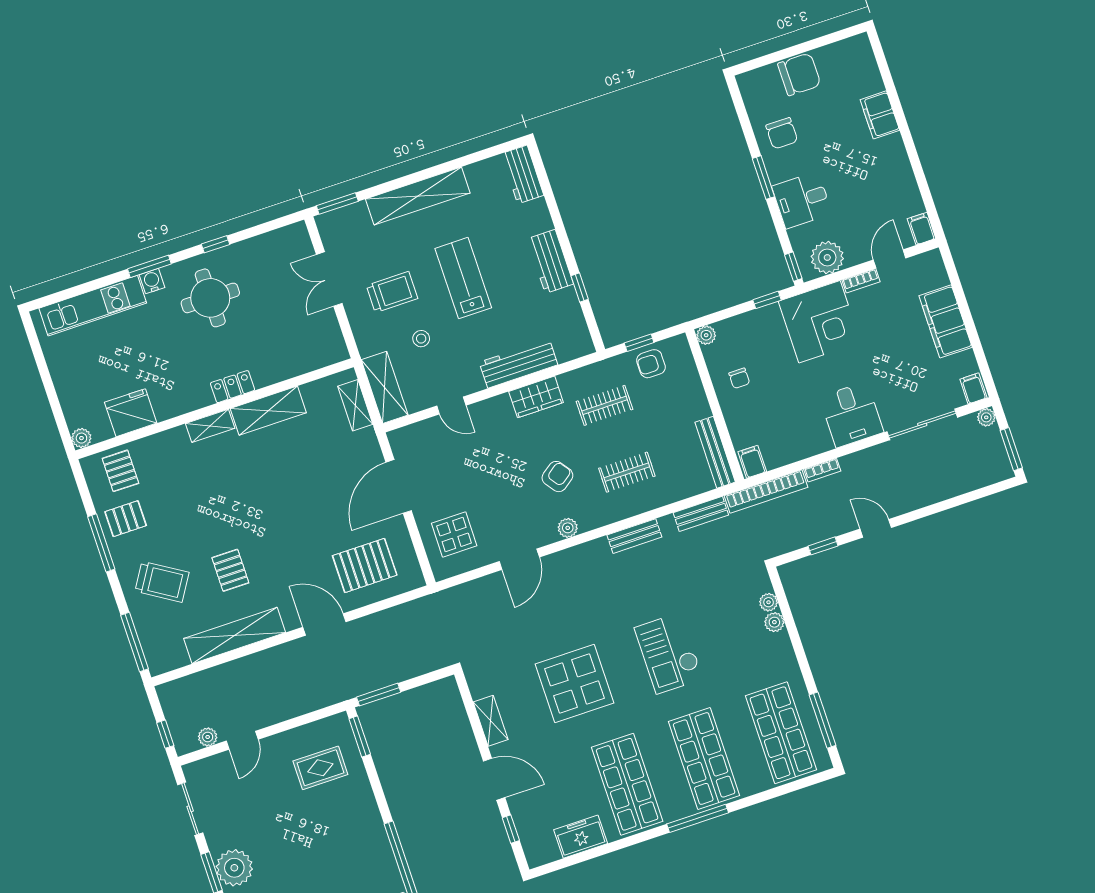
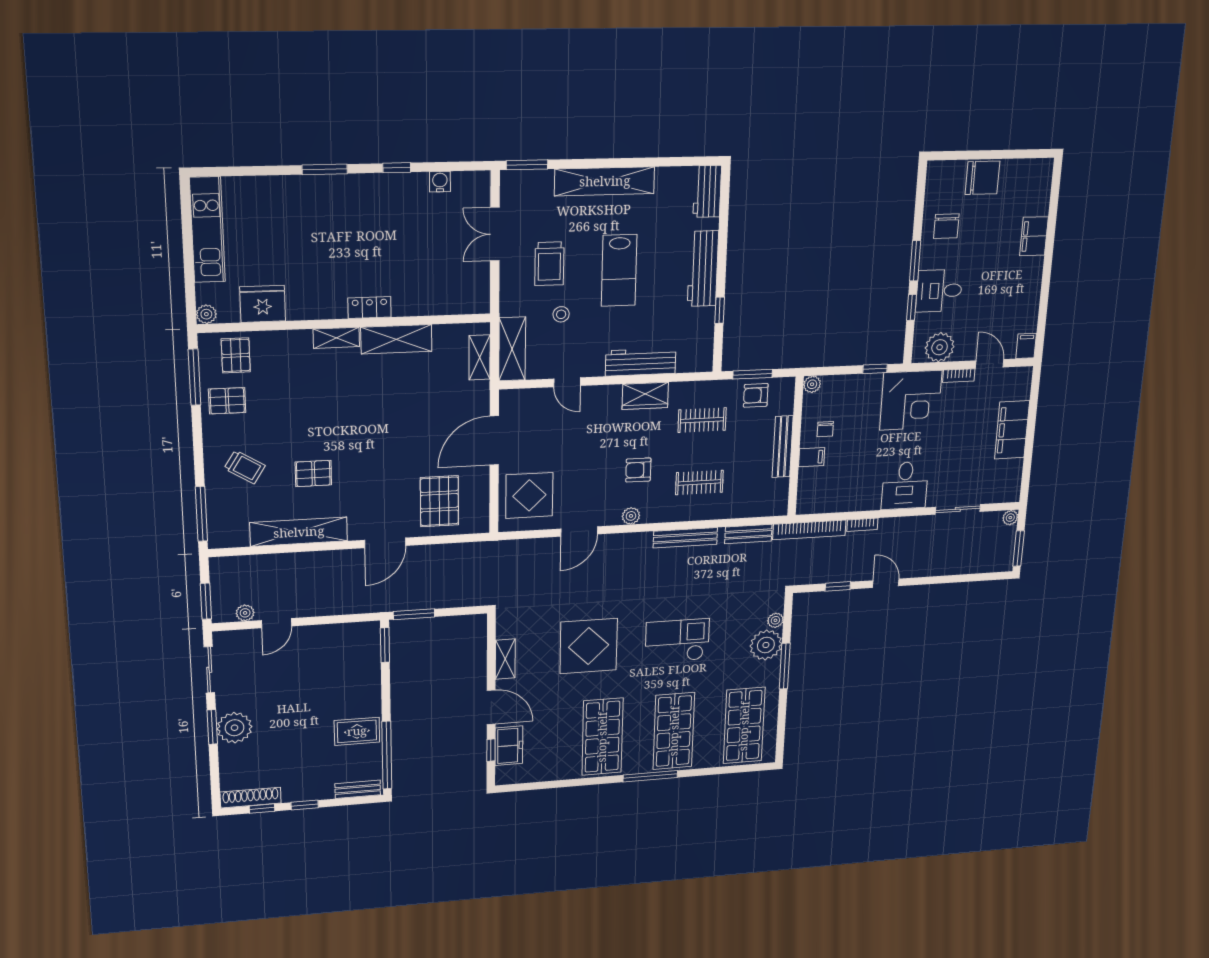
door: (890, 259) -> (990, 364), hinge flipped
workbench: (550, 261) -> (703, 269), width x1.38
window: (793, 267) -> (911, 307), moved
lab bench: (463, 278) -> (619, 270), turned 180
water cooler: (152, 281) -> (440, 182), moved
trolley: (392, 292) -> (549, 264), turned 90
round table: (210, 298) -> (375, 218), removed
kitchen unit: (93, 306) -> (207, 230), moved, turned -90
window: (639, 343) -> (753, 374), width x1.50
filing cabinet: (973, 388) -> (1010, 491), removed
sliding door: (922, 424) -> (958, 509), width x0.73
bench: (715, 452) -> (783, 447), moved
filing cabinet: (752, 462) -> (812, 457), moved, turned 90
armchair: (557, 477) -> (638, 470), turned -144
display table: (454, 534) -> (529, 495), width x1.36, depth x1.36
bench: (634, 536) -> (685, 538), width x1.36
window: (101, 543) -> (194, 377), moved
pallet: (365, 565) -> (439, 501), turned 90
pallet: (230, 570) -> (313, 474), turned 90
trolley: (162, 582) -> (245, 467), width x0.73, depth x0.72
plant: (774, 622) -> (766, 645), width x1.88, depth x1.88
door: (324, 625) -> (385, 543), swing flipped
checkout: (669, 653) -> (677, 641), turned 90
window: (822, 720) -> (785, 666), moved
window: (165, 734) -> (206, 601), width x1.50
rug: (320, 768) -> (357, 731), moved
freezer: (581, 837) -> (509, 746), moved, turned 90

